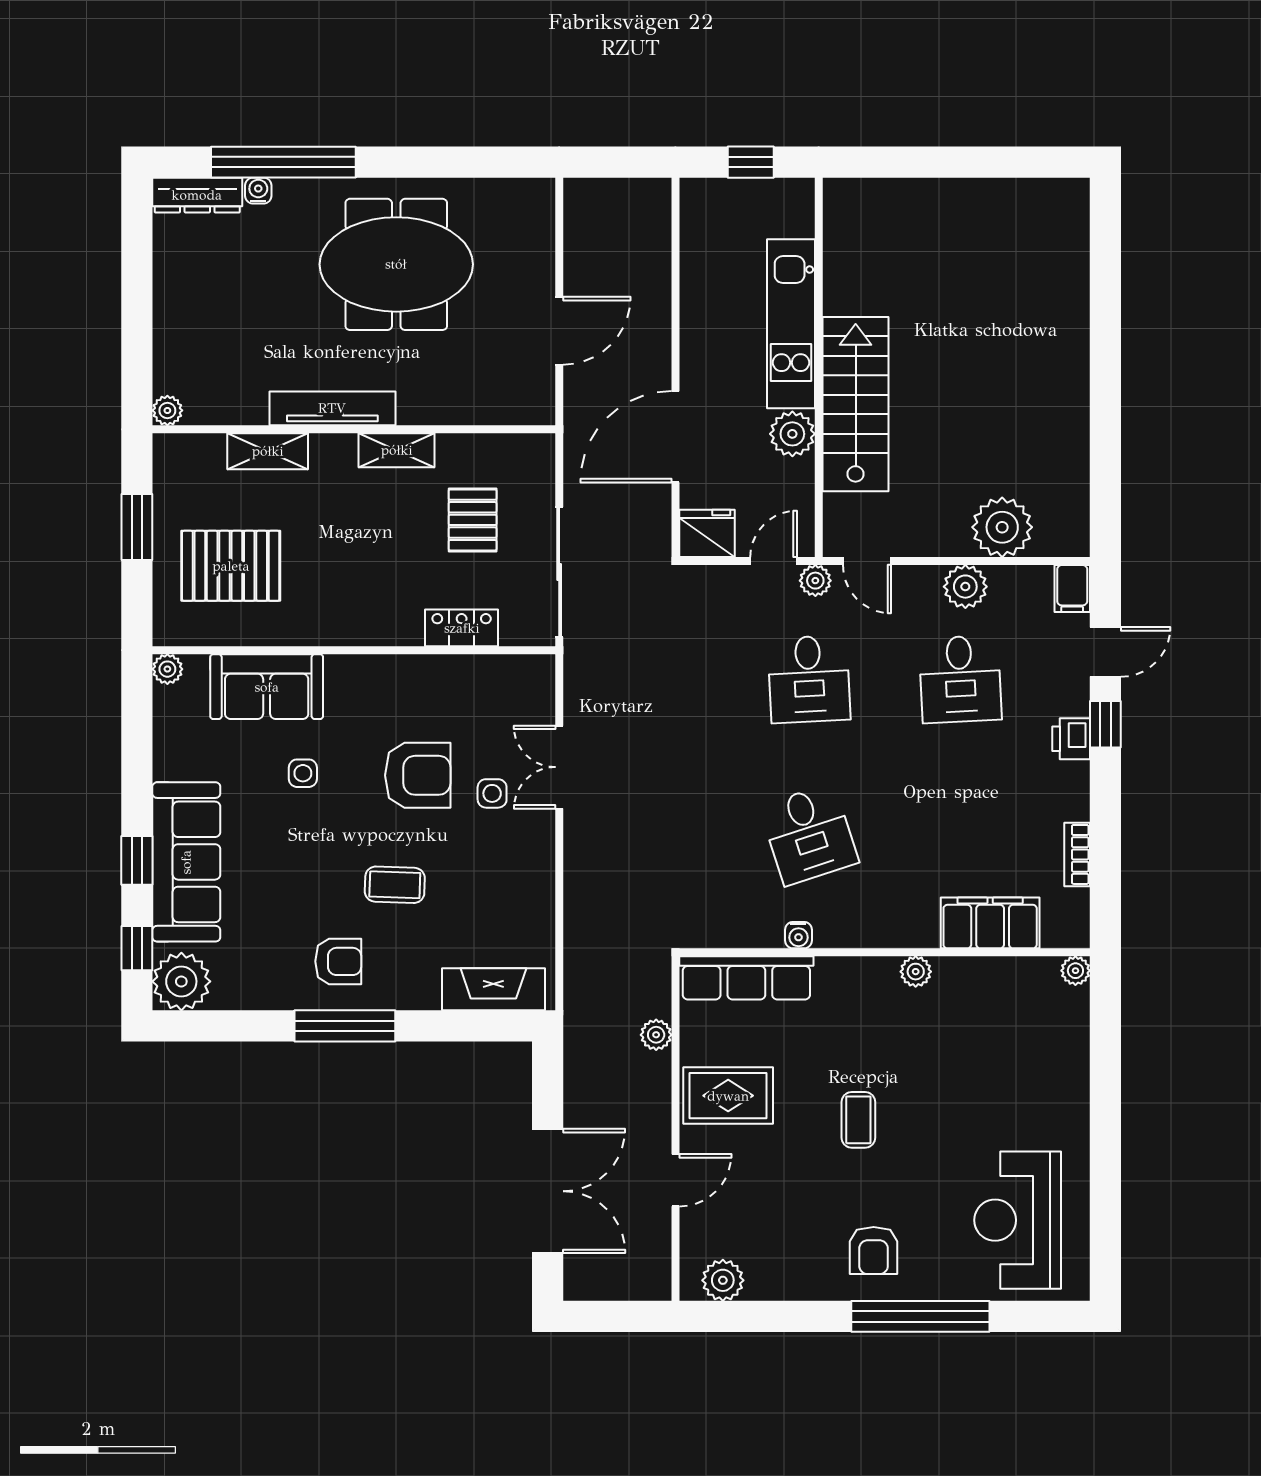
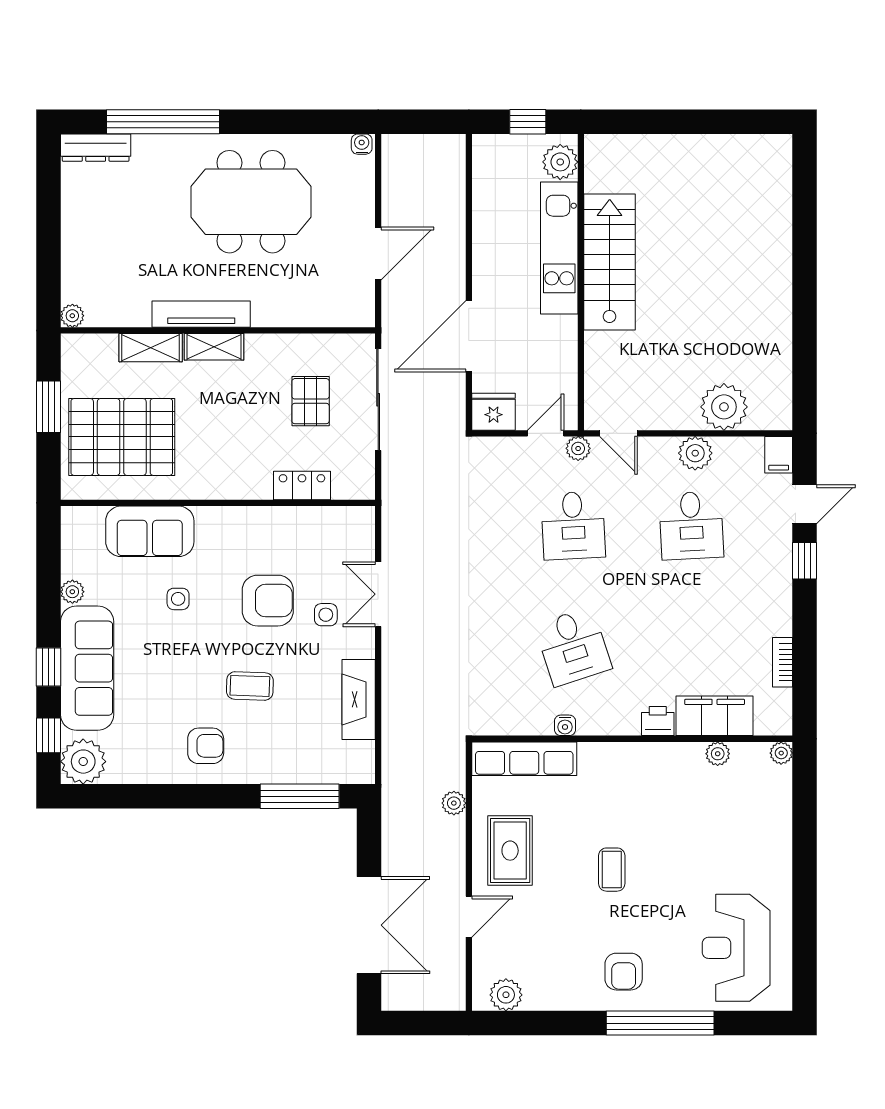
water cooler: (258, 191) -> (362, 144), moved
stairs: (856, 404) -> (610, 262), moved
plant: (792, 434) -> (560, 162), moved
shelving: (397, 450) -> (214, 347), moved
pallet: (231, 566) -> (122, 437), width x1.37, depth x1.41
sliding door: (559, 572) -> (378, 400), moved
plant: (167, 669) -> (72, 592), moved
printer: (1071, 739) -> (658, 721), moved, turned 90
plant: (916, 972) -> (718, 754), moved
fireplace: (493, 989) -> (359, 699), moved, turned -90
window: (345, 1026) -> (300, 796), moved
rug: (728, 1096) -> (510, 851), turned 90

